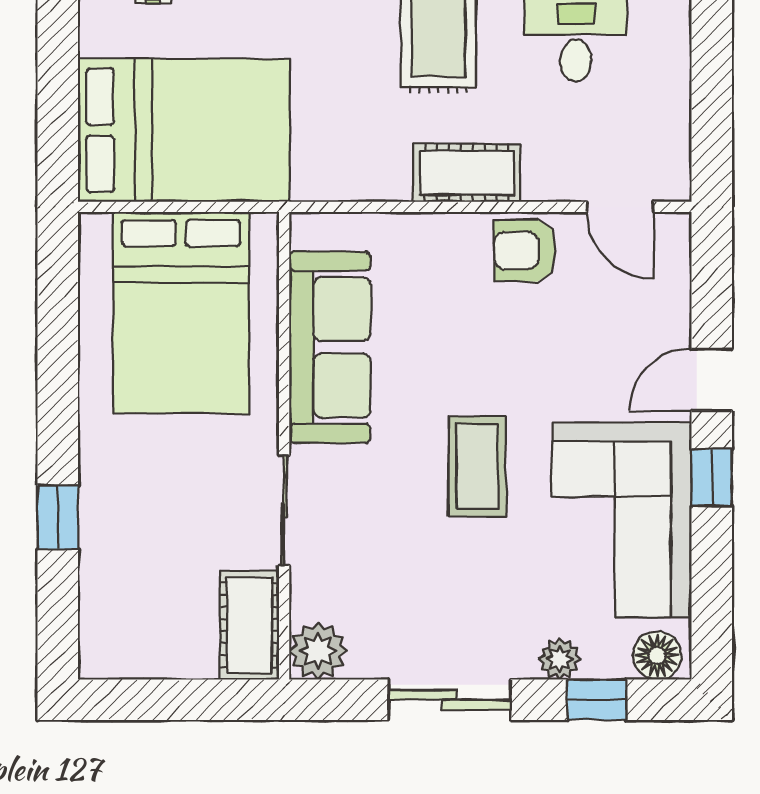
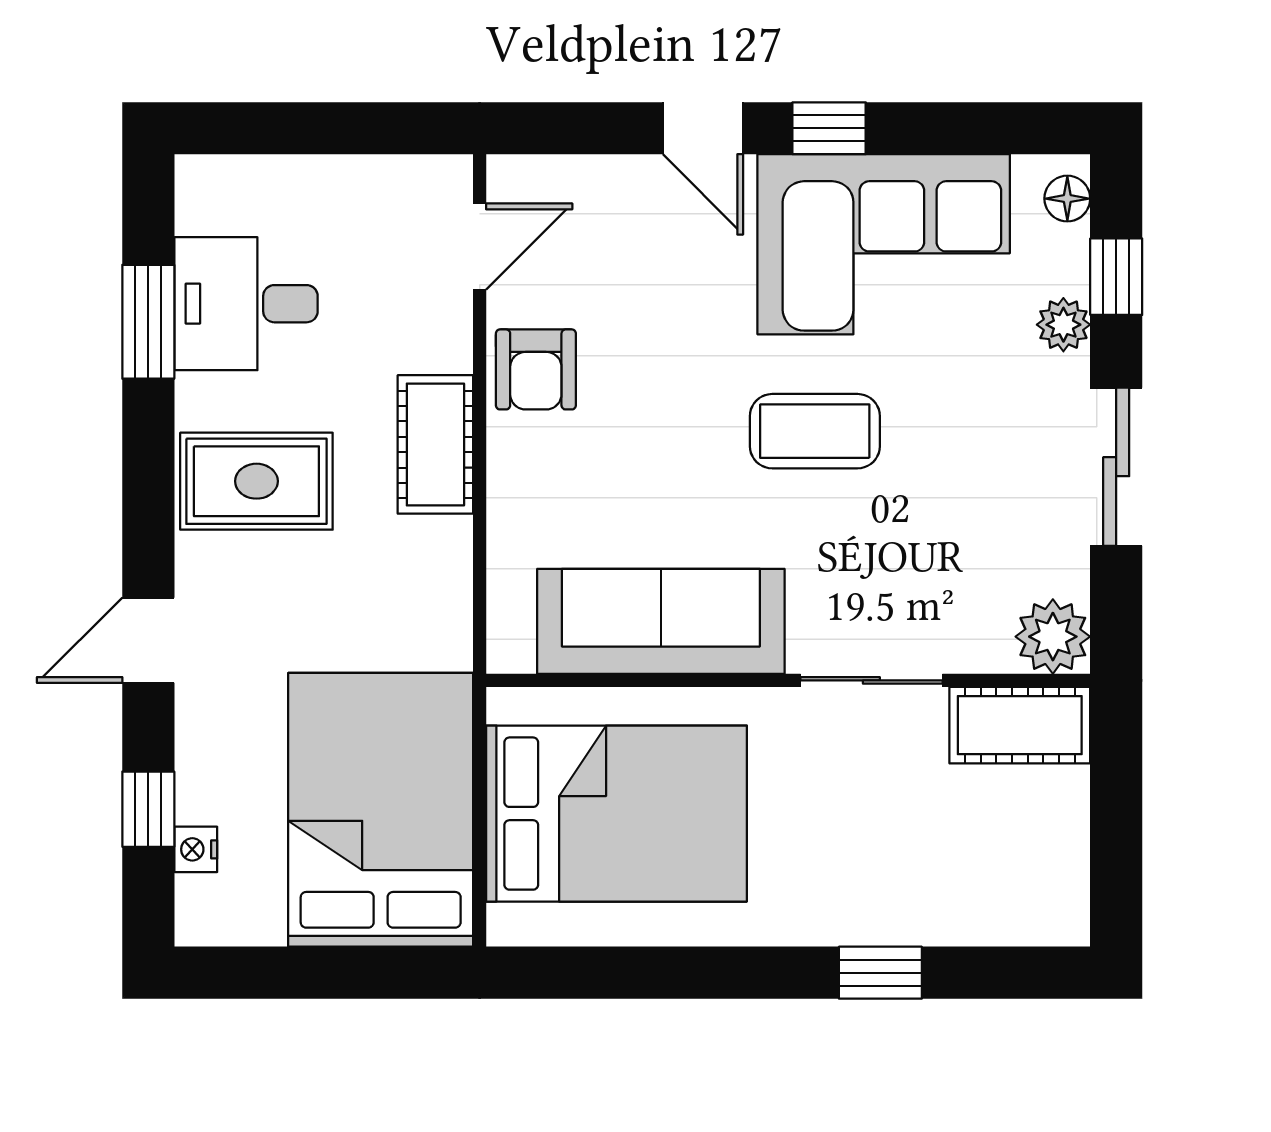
floor lamp: (657, 655) -> (1067, 199), width x0.73, depth x0.73

